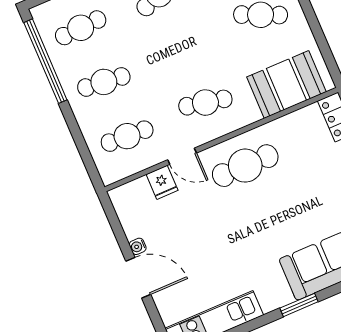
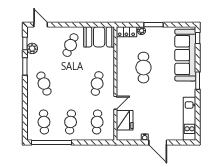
booth: (286, 85) -> (99, 37), moved, turned 90
cafe table: (245, 166) -> (143, 68), moved
fridge: (162, 182) -> (125, 120), width x1.88, depth x1.34
door: (138, 278) -> (158, 143), swing flipped

